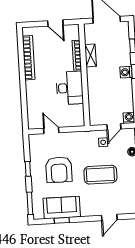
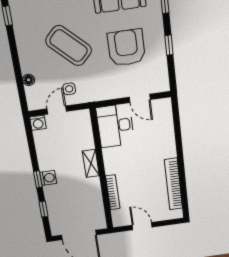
shelving: (91, 55) -> (91, 163), moved
desk: (70, 88) -> (115, 126), moved
coffee table: (100, 175) -> (69, 46), turned 44

